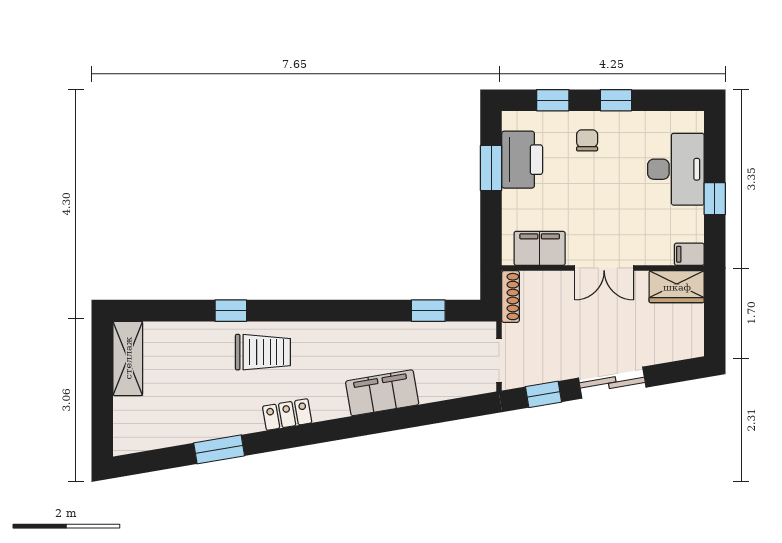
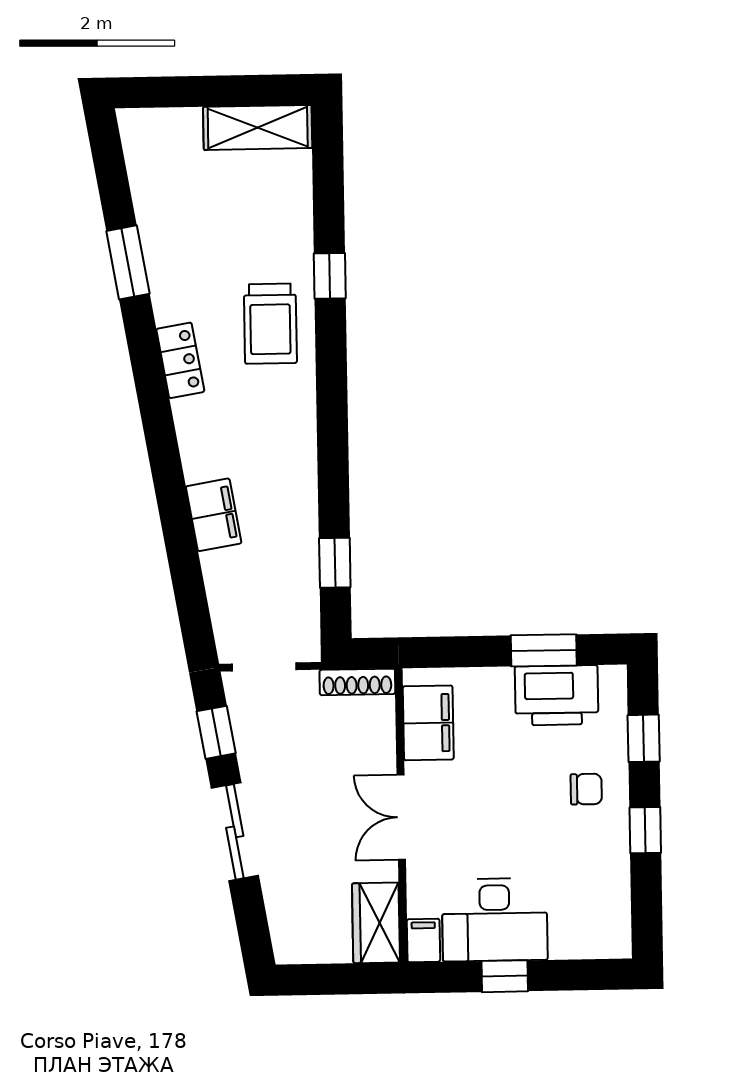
desk: (676, 169) -> (495, 920), moved
filing cabinet: (382, 393) -> (214, 515), width x0.67, depth x0.86

